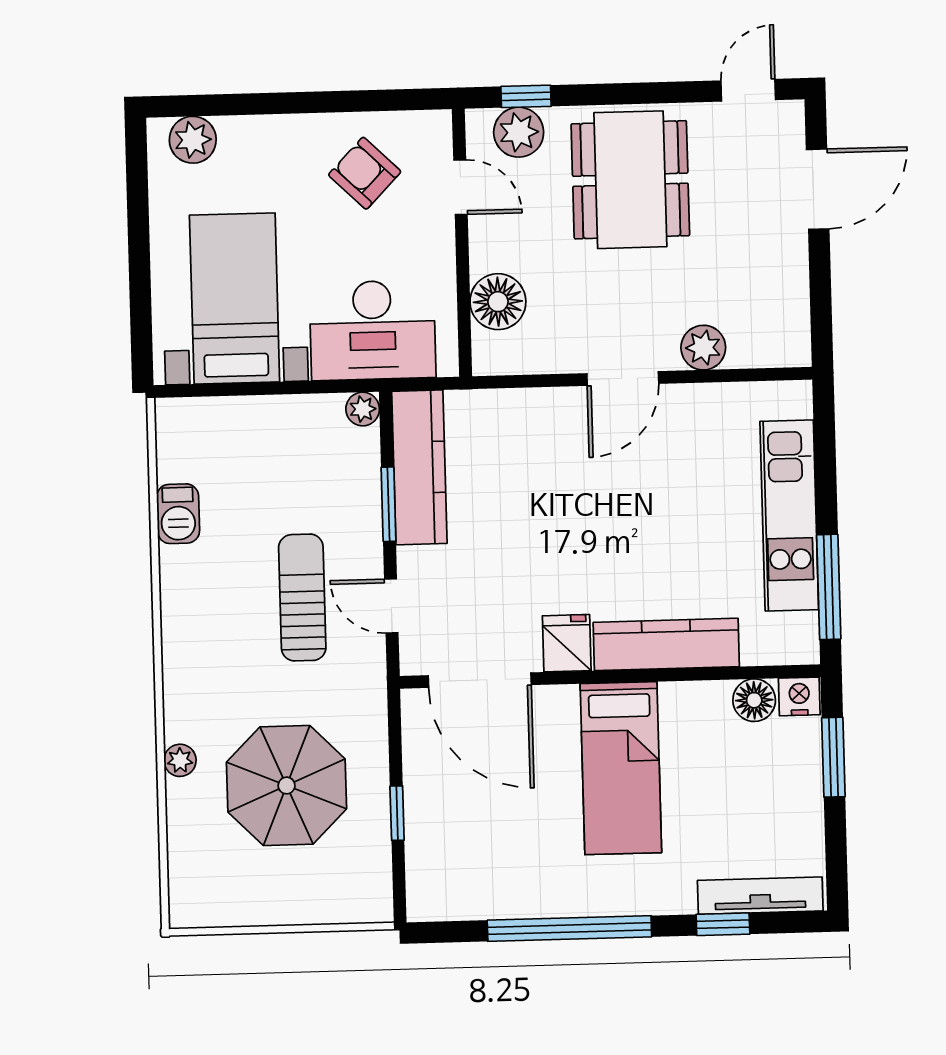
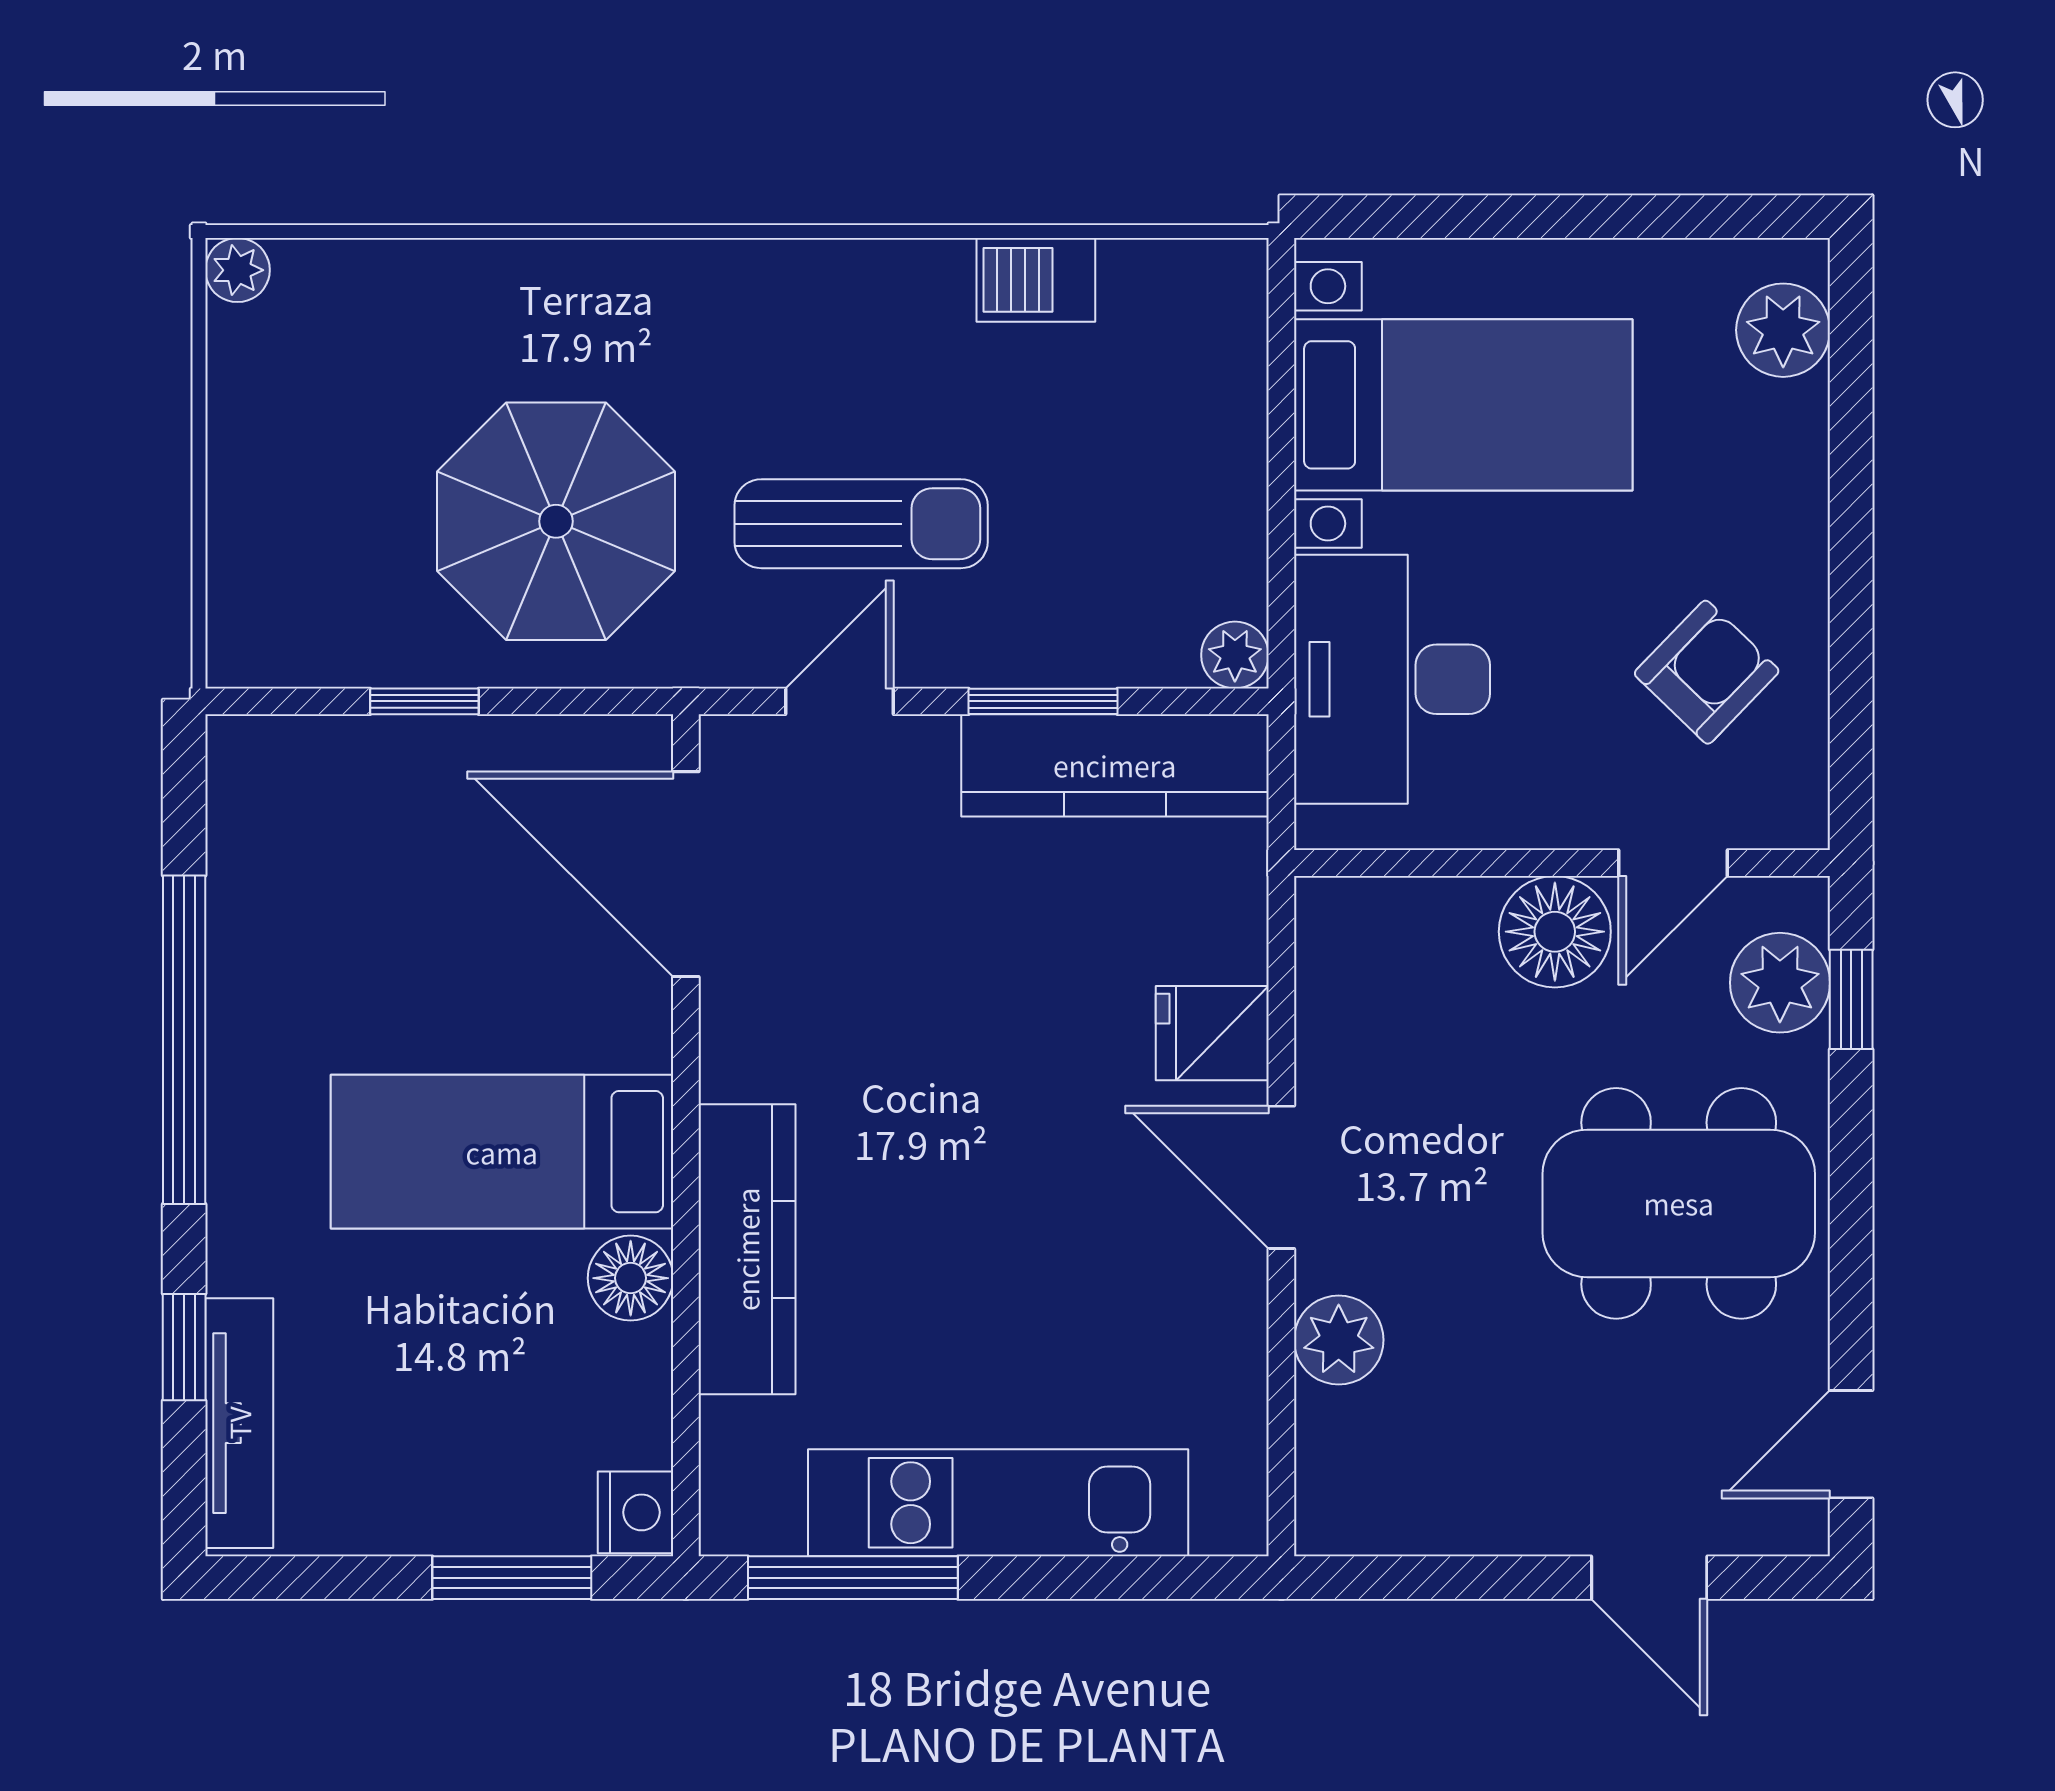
door: (748, 90) -> (1851, 1444), swing flipped
door: (818, 189) -> (1649, 1578), width x0.73
floor lamp: (498, 302) -> (1555, 932), moved
fridge: (567, 643) -> (1212, 1033), moved, turned 180
door: (480, 680) -> (686, 874), hinge flipped
floor lamp: (754, 700) -> (631, 1278), moved
plant: (180, 760) -> (238, 270), moved
parasol: (287, 785) -> (556, 521), moved

